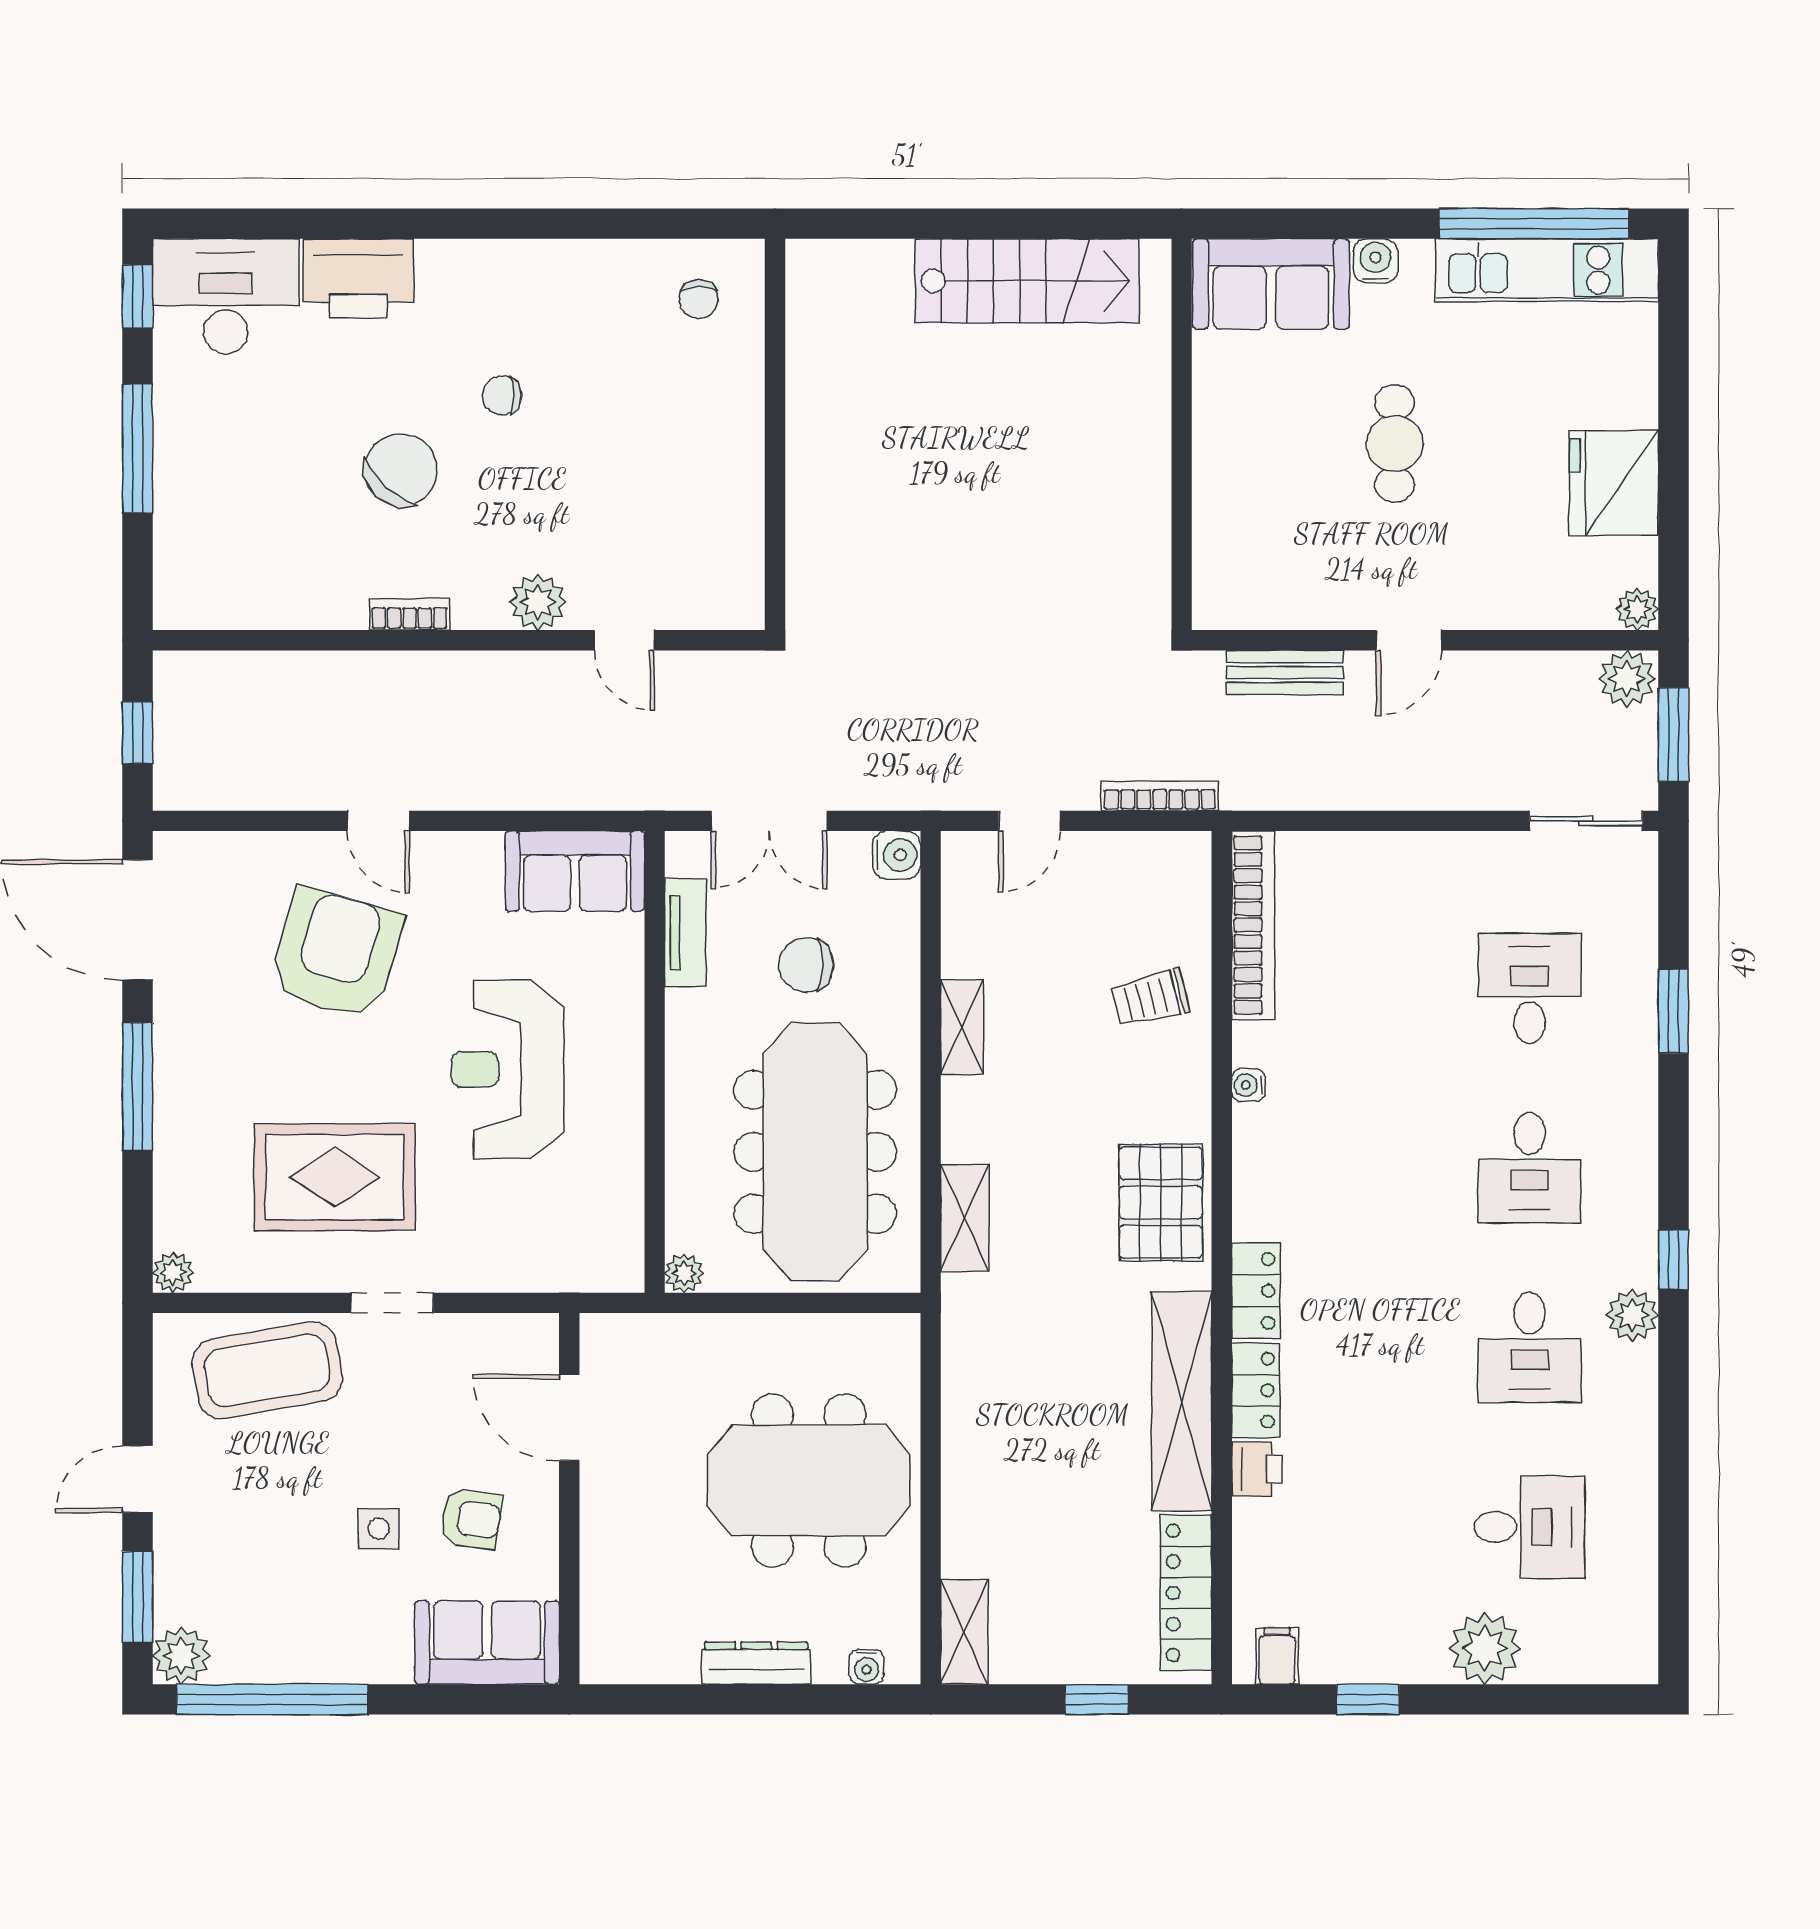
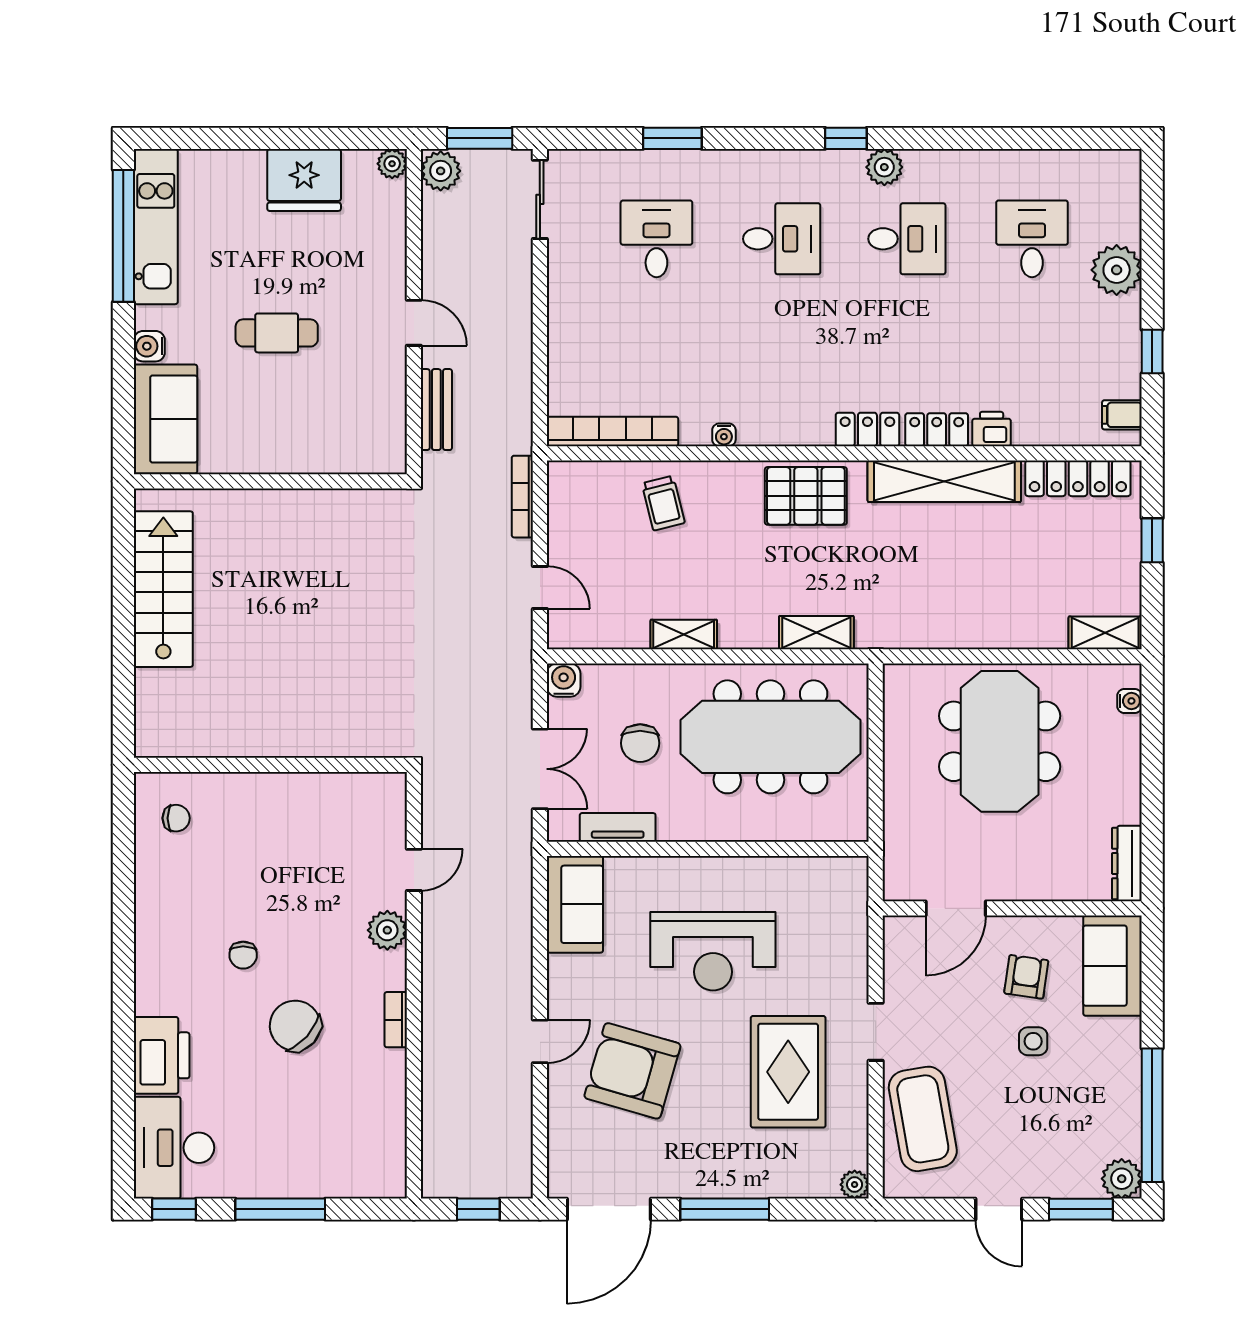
desk: (1530, 988) -> (656, 239), turned 90
plant: (684, 1273) -> (855, 828), removed
dresser: (756, 1663) -> (1127, 864), moved

